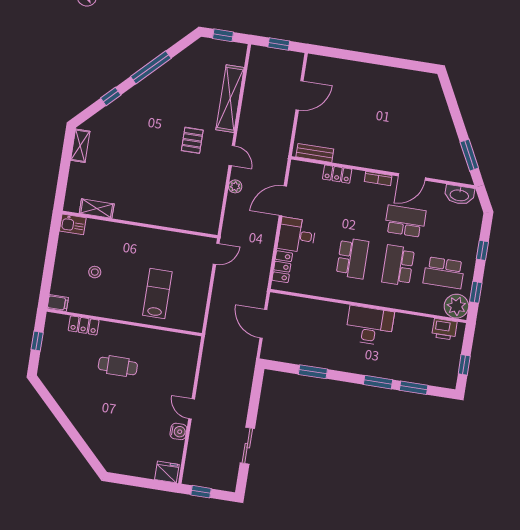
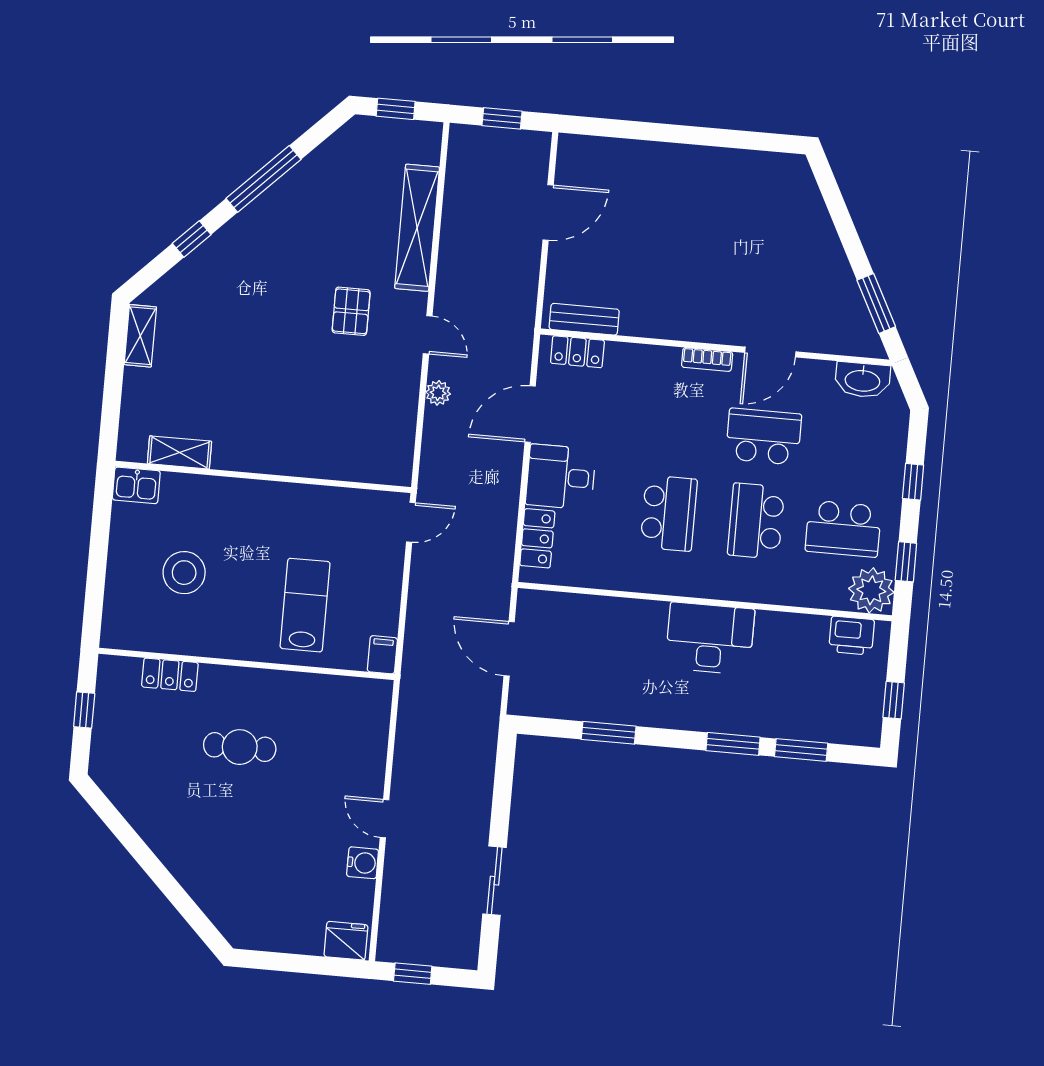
locker: (337, 174) -> (577, 352), moved
stool: (95, 272) -> (184, 573), width x1.89, depth x1.89
filing cabinet: (58, 303) -> (382, 655), moved, turned -90

